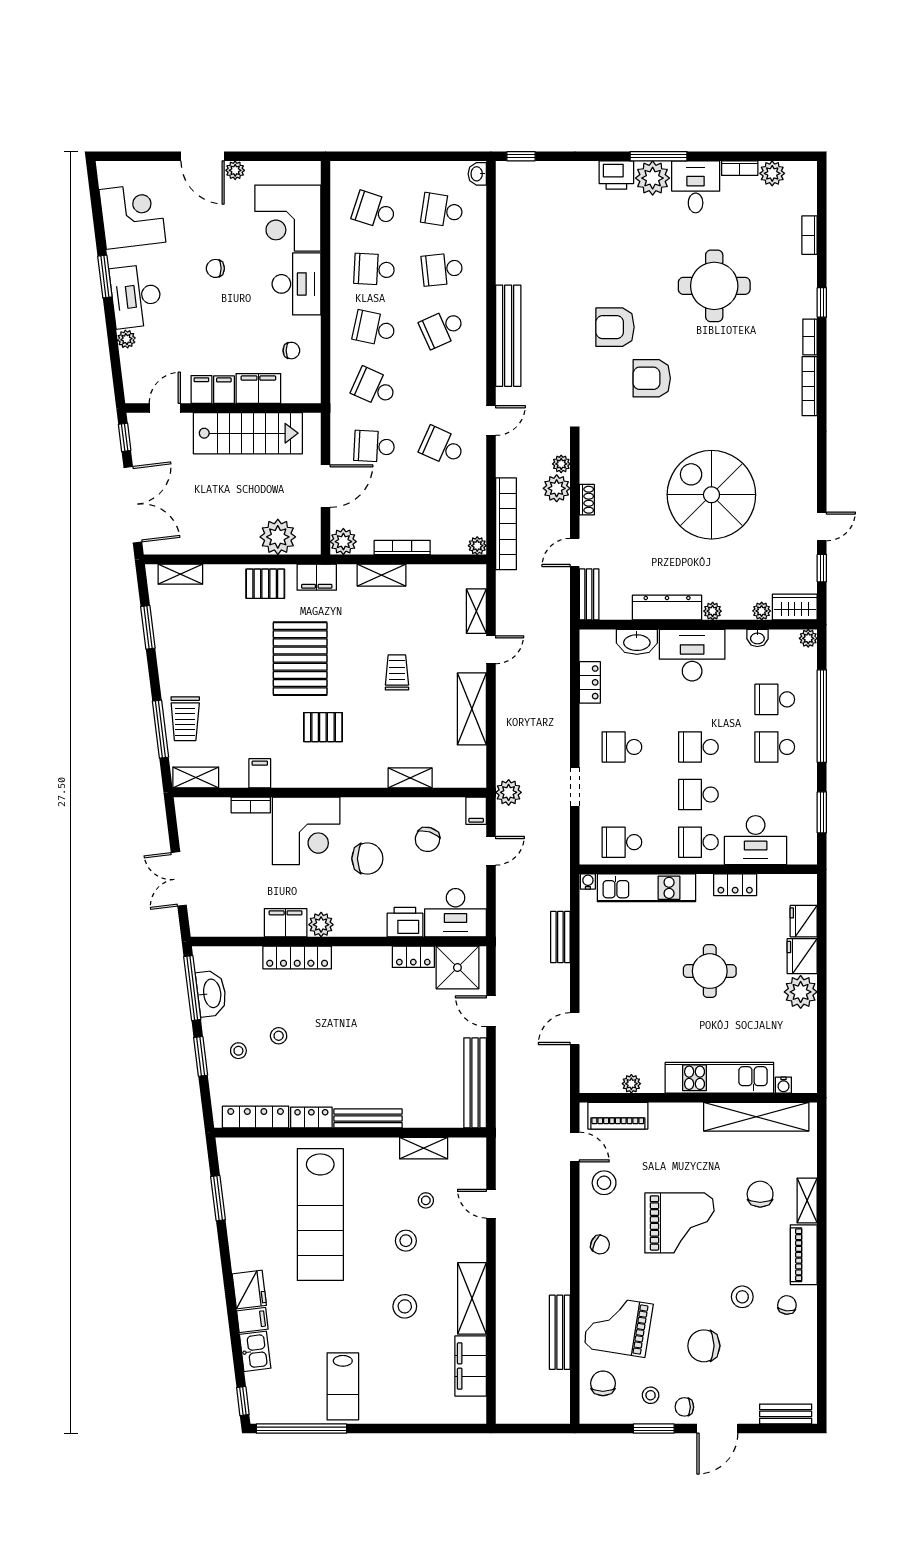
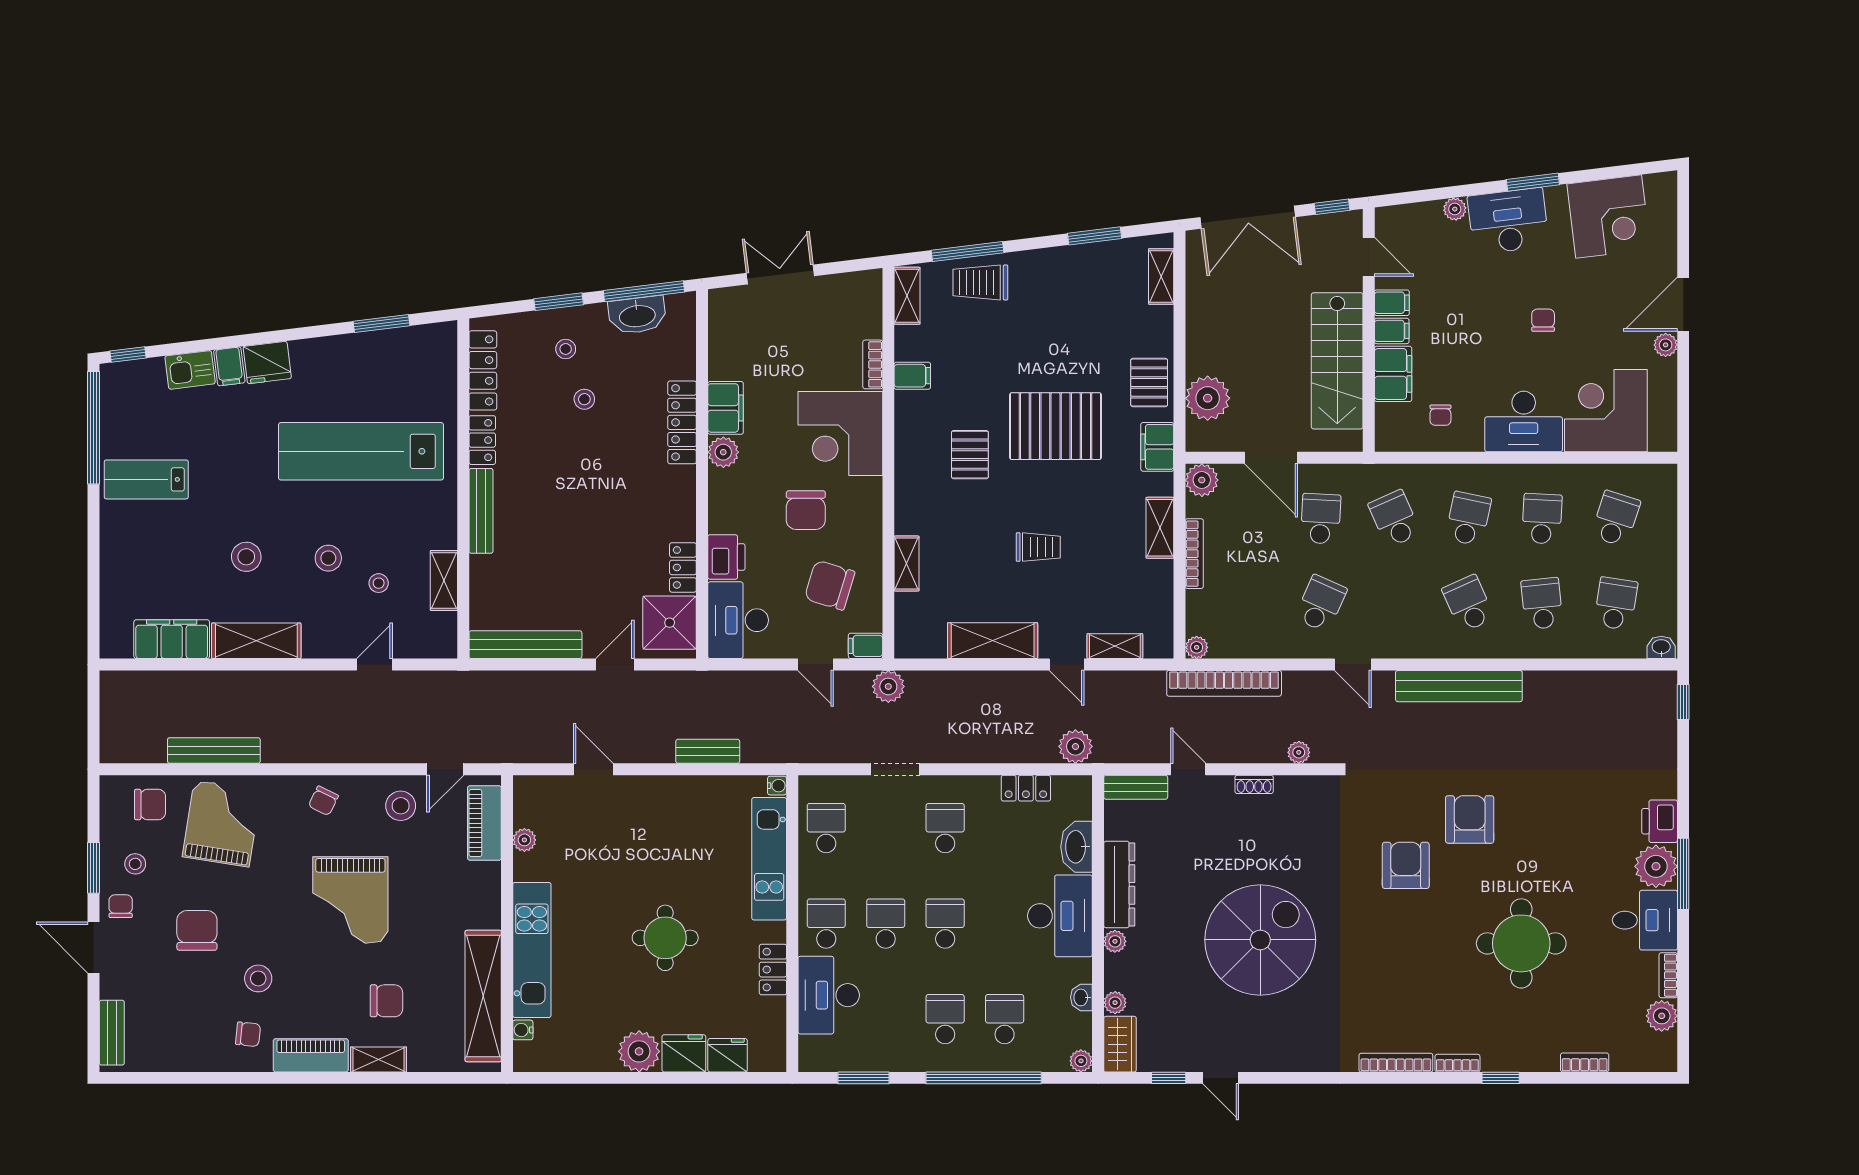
school desk: (374, 387) -> (1394, 519), turned -48
plant: (557, 488) -> (1075, 746), moved
chair: (427, 839) -> (830, 585), width x1.37, depth x1.37

